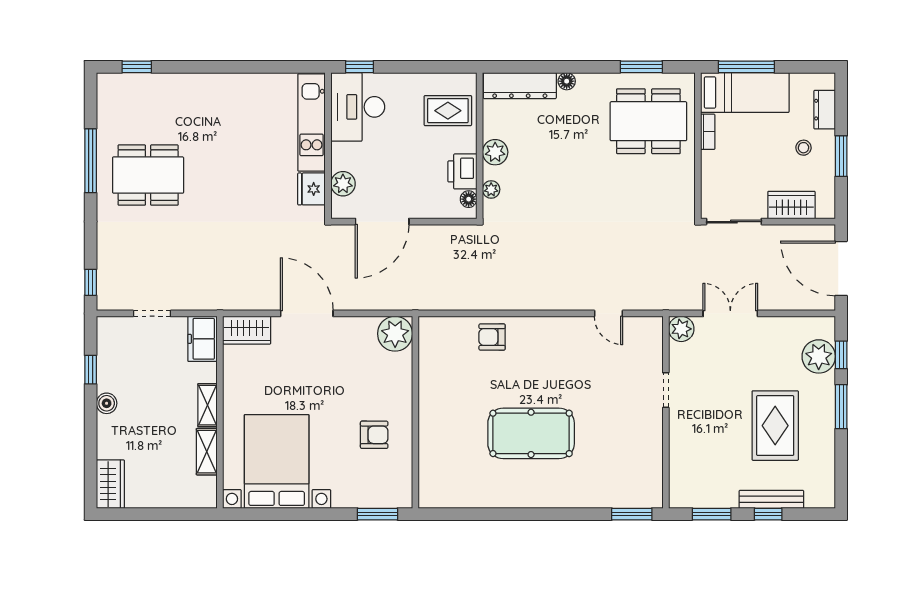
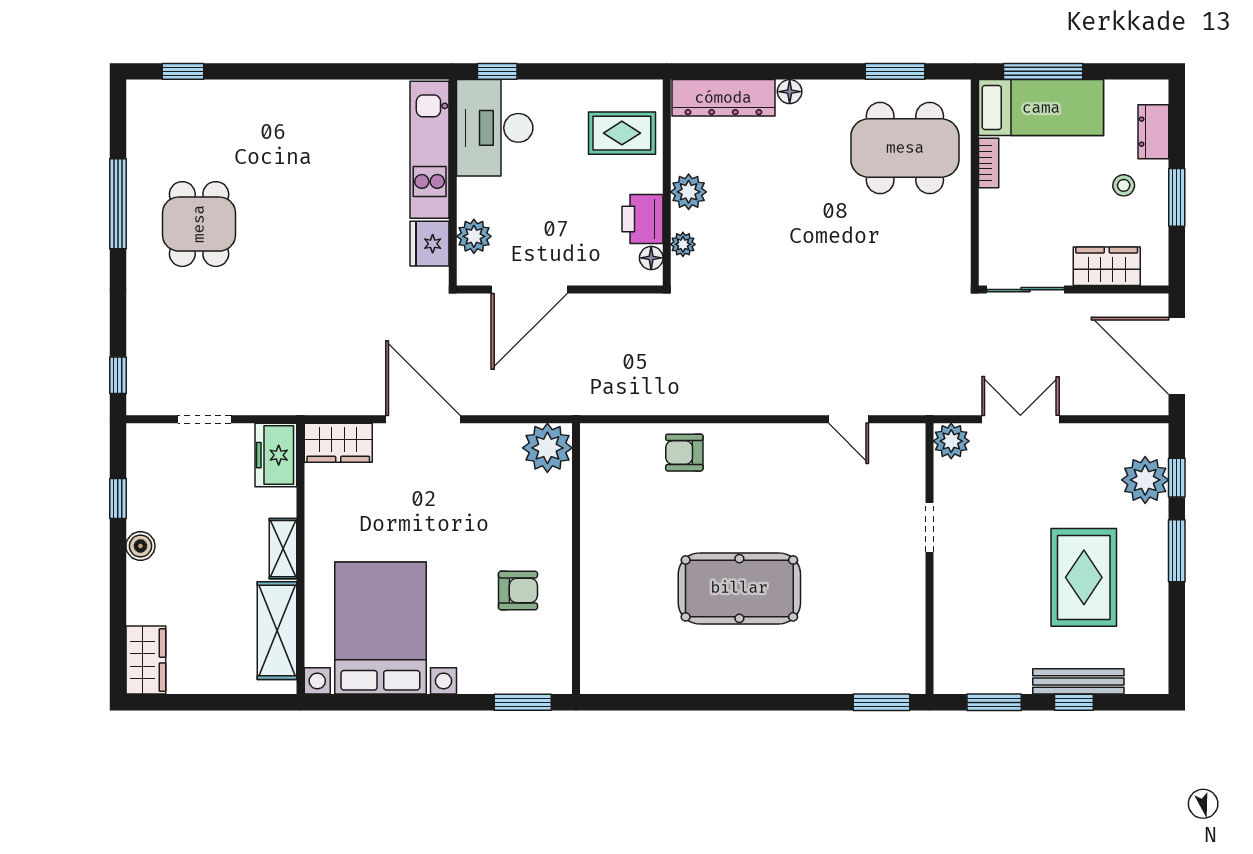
dining table: (148, 175) -> (199, 224), width x0.73
shelving: (207, 452) -> (277, 631), width x1.50, depth x1.33

